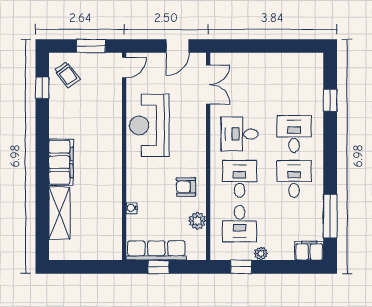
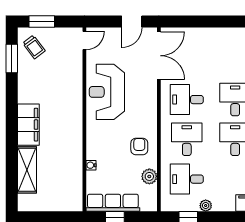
window: (91, 46) -> (42, 21), moved
double door: (208, 84) -> (159, 56), width x1.37
window: (42, 88) -> (12, 59), width x1.50
armchair: (186, 187) -> (139, 146), turned 90
desk: (239, 224) -> (187, 179), turned 90

